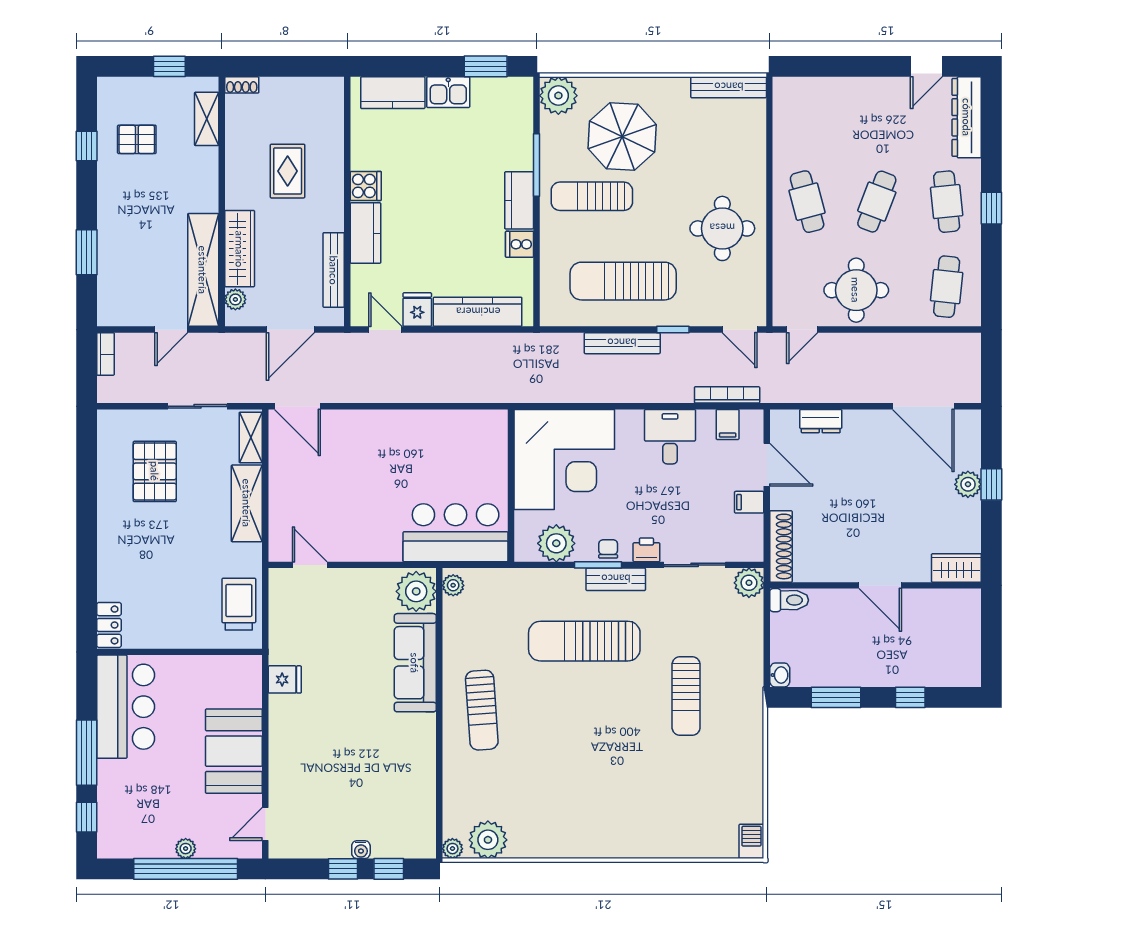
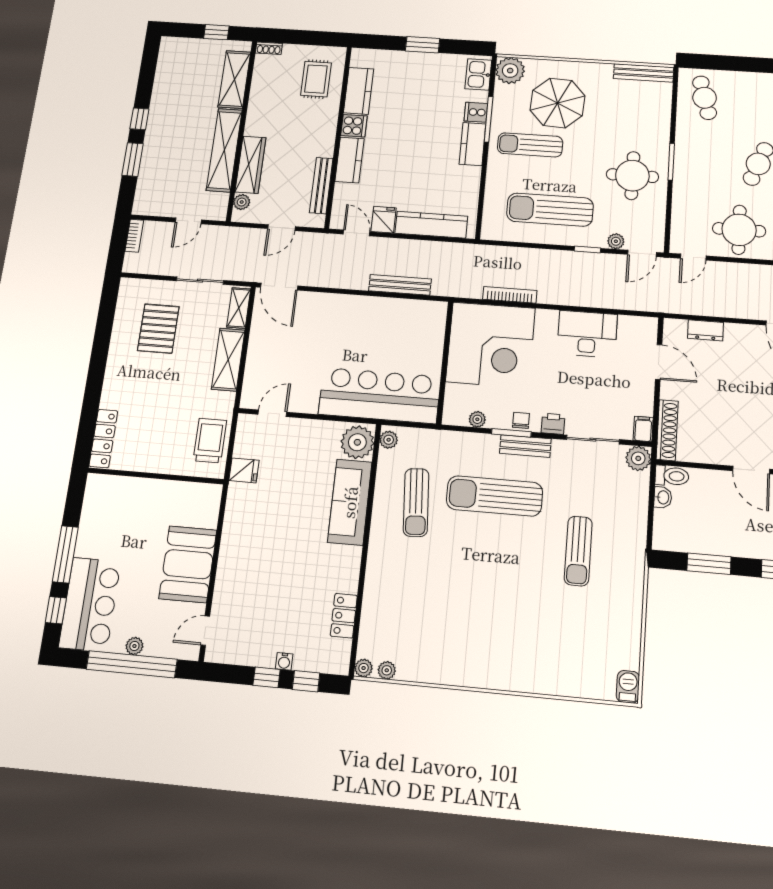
window: (486, 66) -> (422, 45), moved
kitchen sink: (448, 92) -> (478, 74), moved, turned 90
kitchen counter: (393, 93) -> (359, 91), moved, turned -90
shelving: (207, 119) -> (234, 79), width x1.50, depth x1.33
pallet: (137, 139) -> (184, 81), removed
window: (87, 146) -> (139, 119), moved
rug: (288, 171) -> (316, 79), moved
cafe table: (807, 202) -> (705, 98), moved
window: (769, 206) -> (671, 162), added
cooker: (520, 244) -> (476, 112), moved
shelving: (203, 270) -> (224, 150), moved
plant: (707, 316) -> (616, 241), added
door: (290, 330) -> (281, 228), width x0.73
door: (740, 330) -> (642, 253), hinge flipped
bench: (622, 343) -> (400, 285), moved
bookcase: (727, 395) -> (510, 295), moved
filing cabinet: (728, 424) -> (628, 327), removed
desk: (670, 437) -> (587, 334), width x1.37
filing cabinet: (749, 502) -> (643, 429), moved, turned 90
bar counter: (456, 533) -> (380, 396), width x1.36
plant: (556, 543) -> (477, 419), width x0.53, depth x0.53
door: (310, 565) -> (272, 413), hinge flipped
locker: (109, 625) -> (103, 438), width x1.53
washbasin: (780, 675) -> (663, 497), moved
fridge: (285, 679) -> (244, 470), moved
bar counter: (126, 707) -> (90, 604), moved
sun lounger: (482, 710) -> (416, 502), moved
locker: (423, 793) -> (344, 616), added
plant: (488, 840) -> (387, 670), width x0.53, depth x0.53

